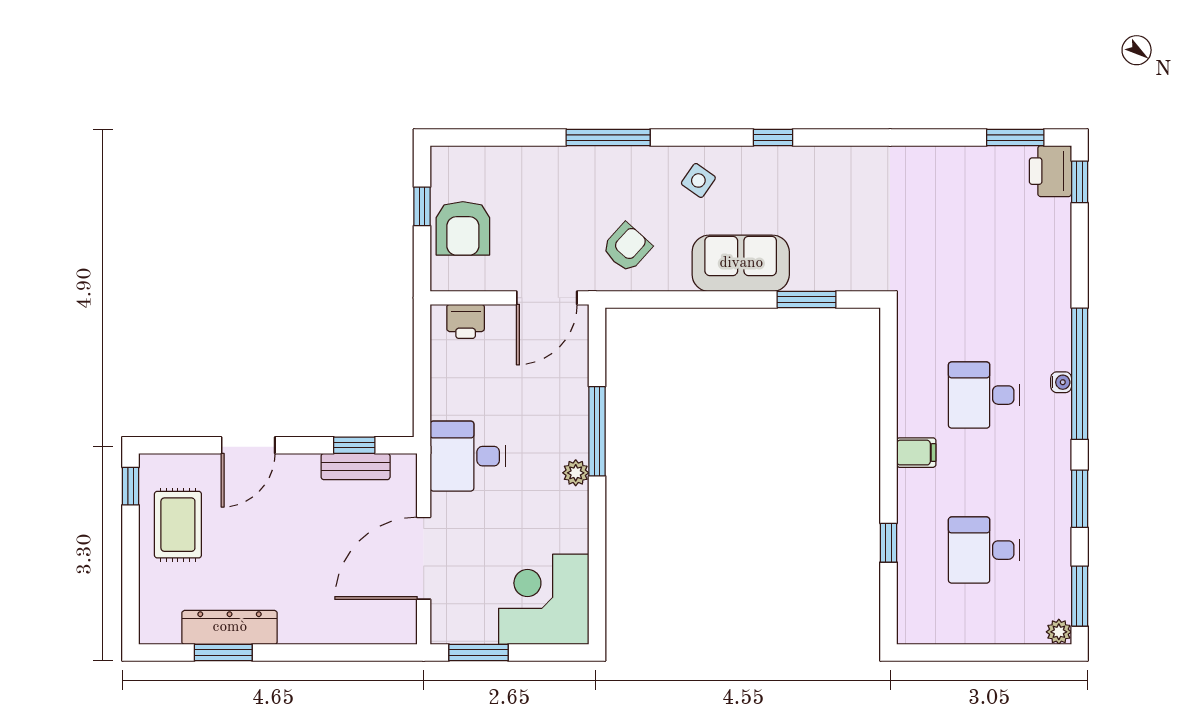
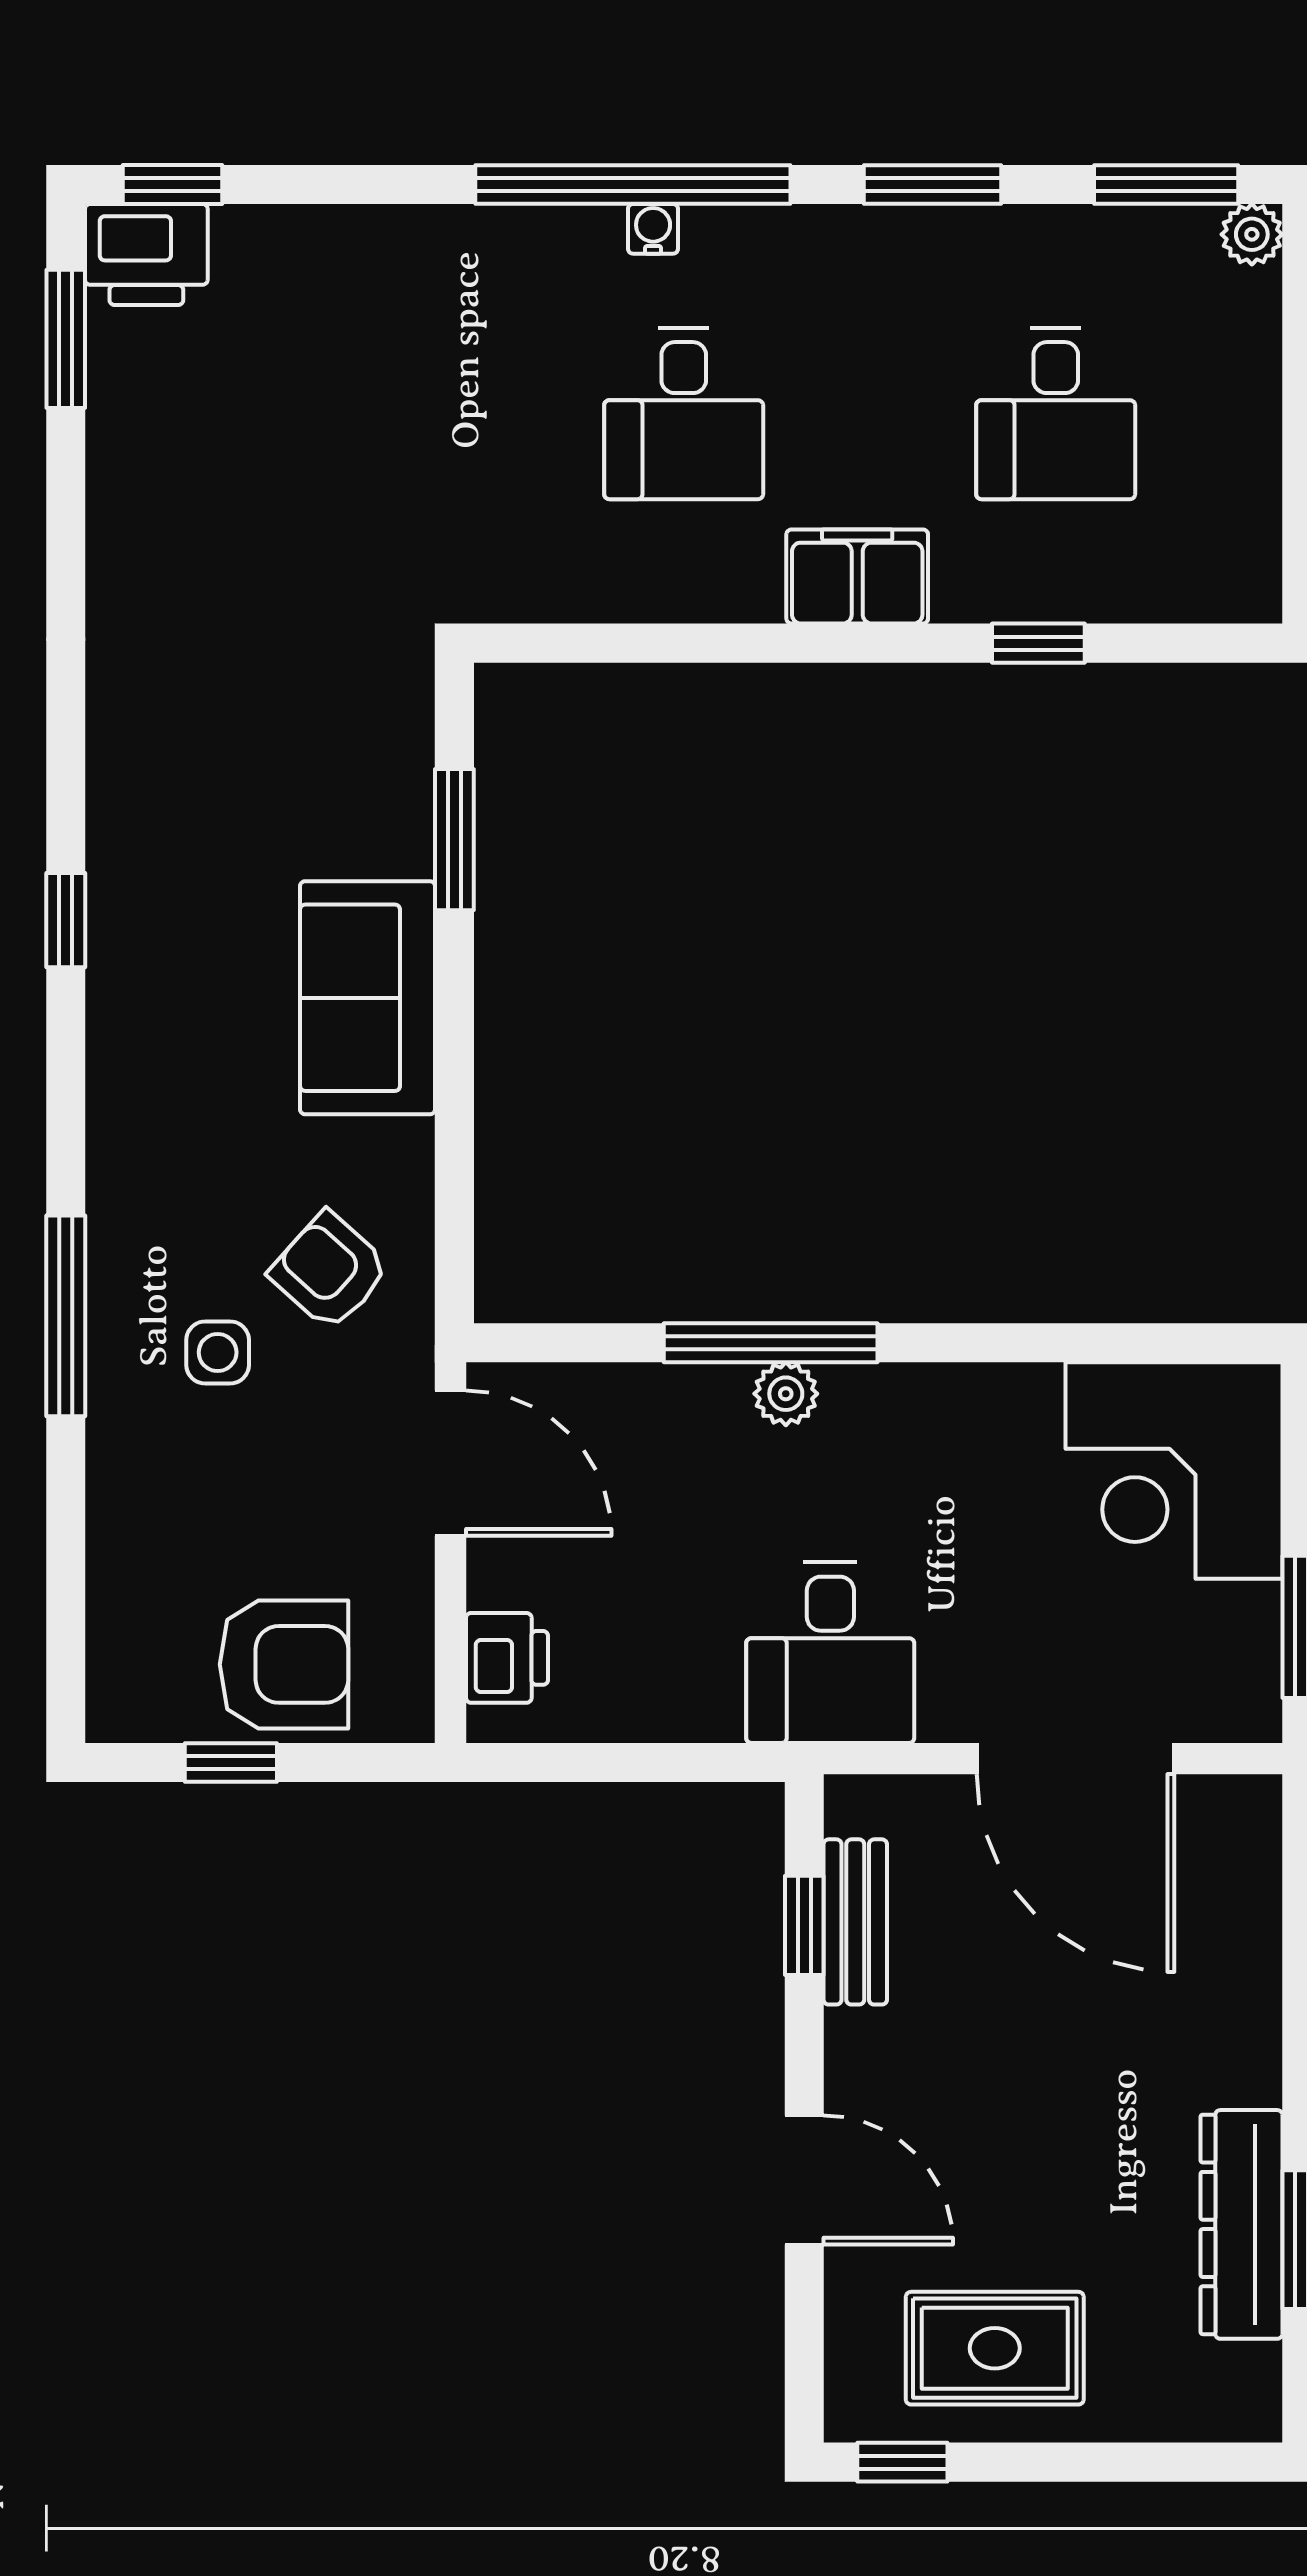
side table: (698, 180) -> (218, 1352), moved, turned -35
filing cabinet: (916, 453) -> (857, 576), width x2.00
plant: (576, 473) -> (786, 1394), moved

